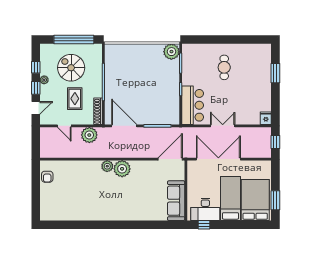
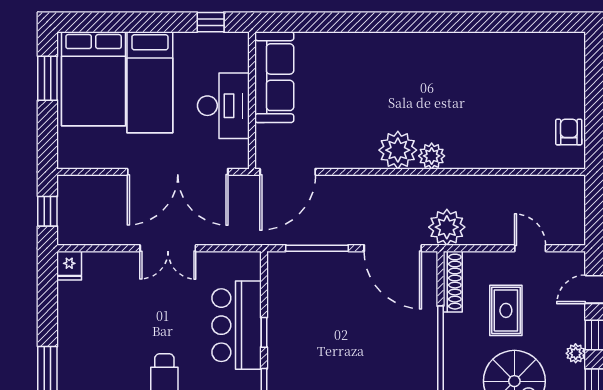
bar counter: (193, 105) -> (237, 325), moved
plant: (89, 135) -> (447, 227), moved
desk: (205, 209) -> (223, 106), moved, turned 90

